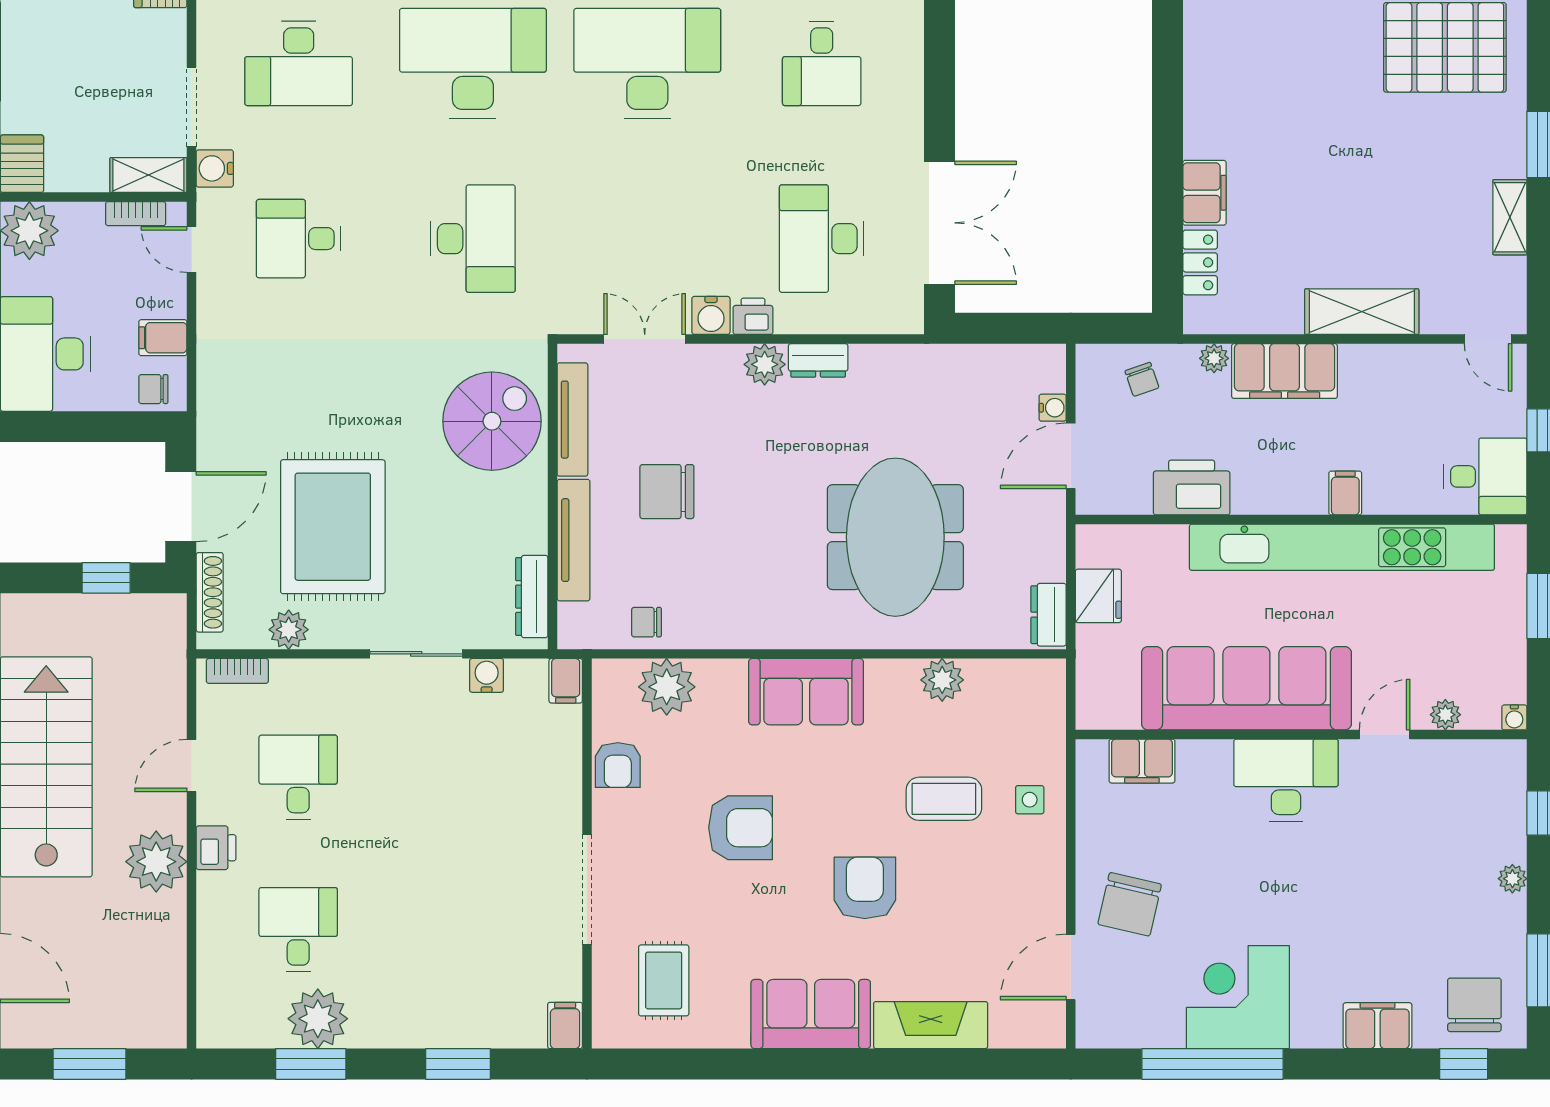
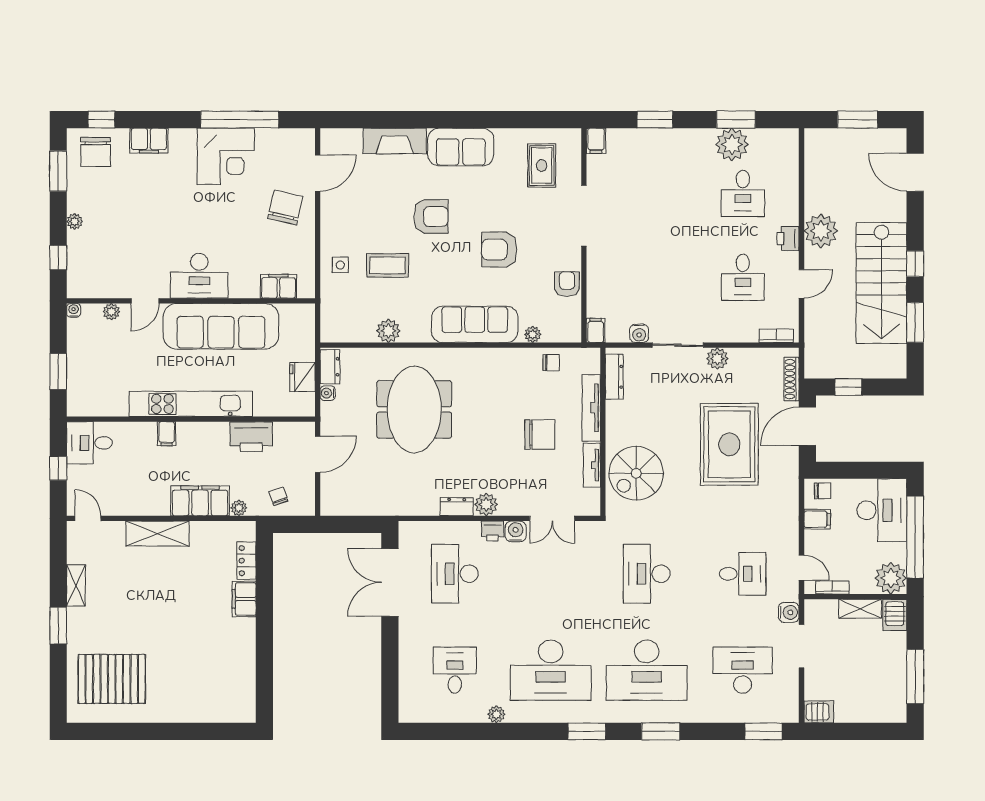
shelving: (148, 175) -> (860, 609), moved
desk: (822, 239) -> (455, 574), turned 180
water cooler: (1053, 408) -> (328, 393), moved
tv unit: (572, 420) -> (592, 465), width x0.71
rug: (333, 527) -> (729, 444), moved
kitchen unit: (1342, 547) -> (191, 404), width x0.73
plant: (289, 630) -> (717, 359), moved
plant: (667, 687) -> (533, 334), width x0.53, depth x0.53
sofa: (806, 692) -> (475, 324), width x1.36
armchair: (865, 888) -> (431, 216), turned -90

